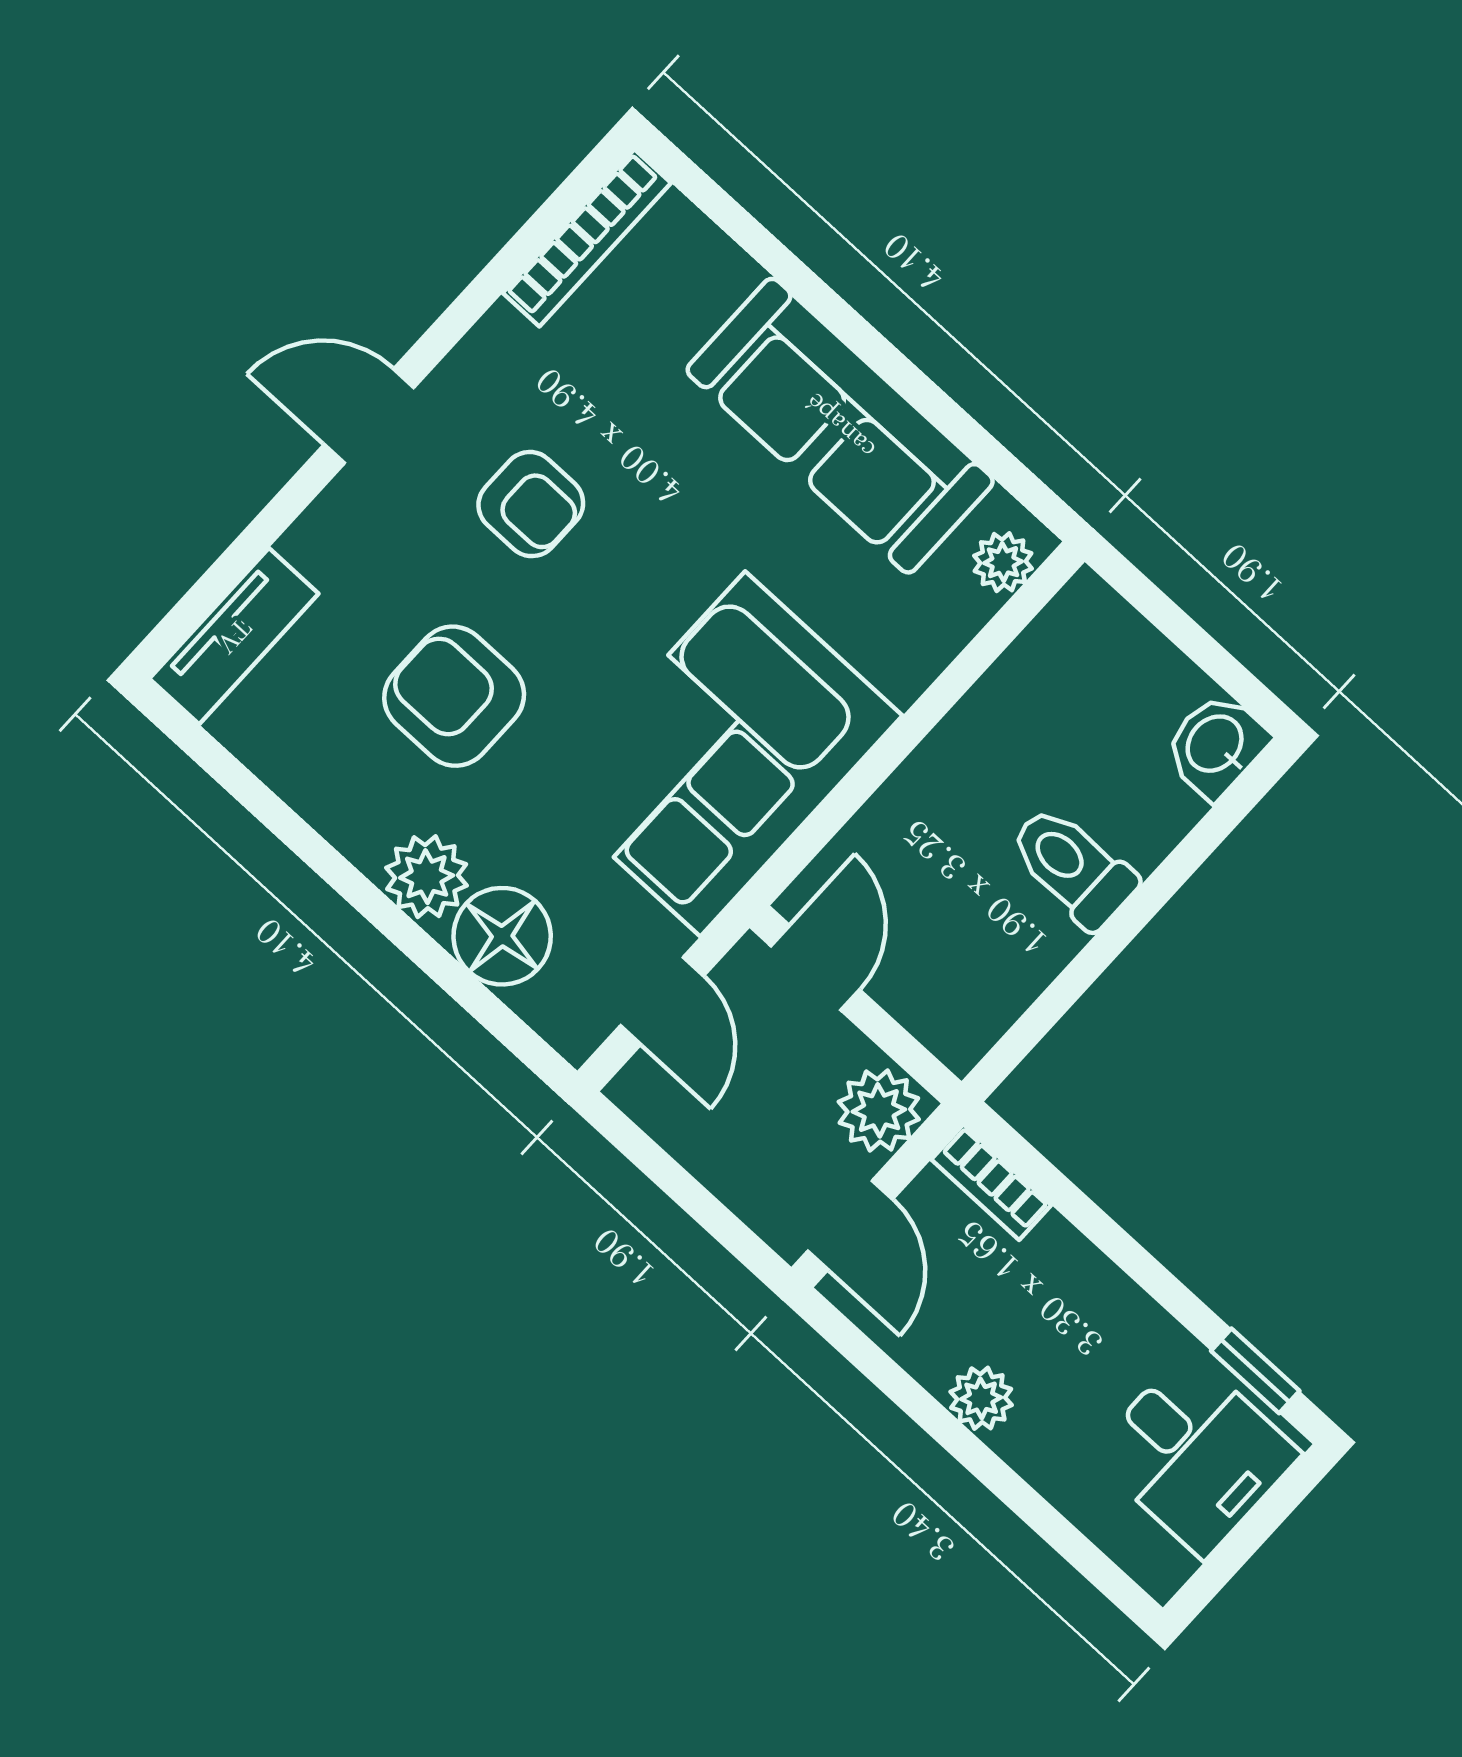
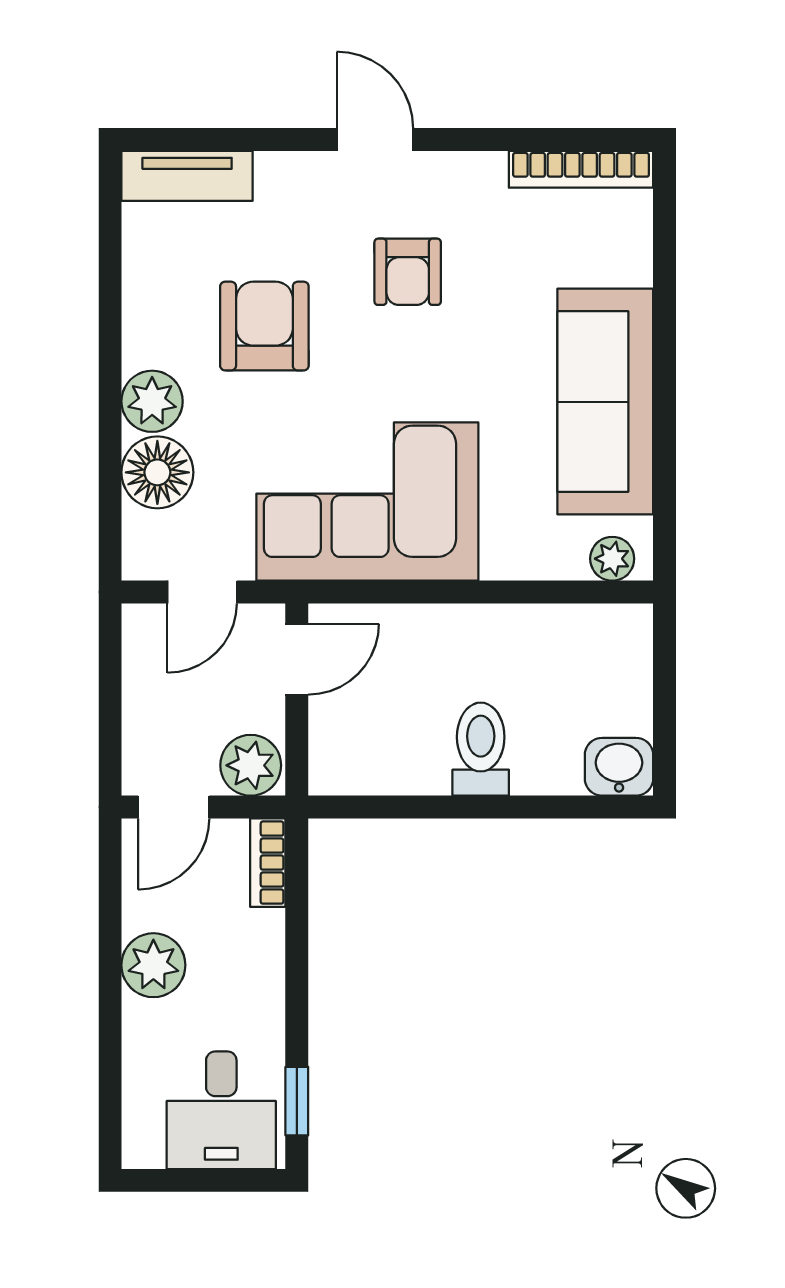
plant: (981, 1398) -> (153, 965), width x1.38, depth x1.38

